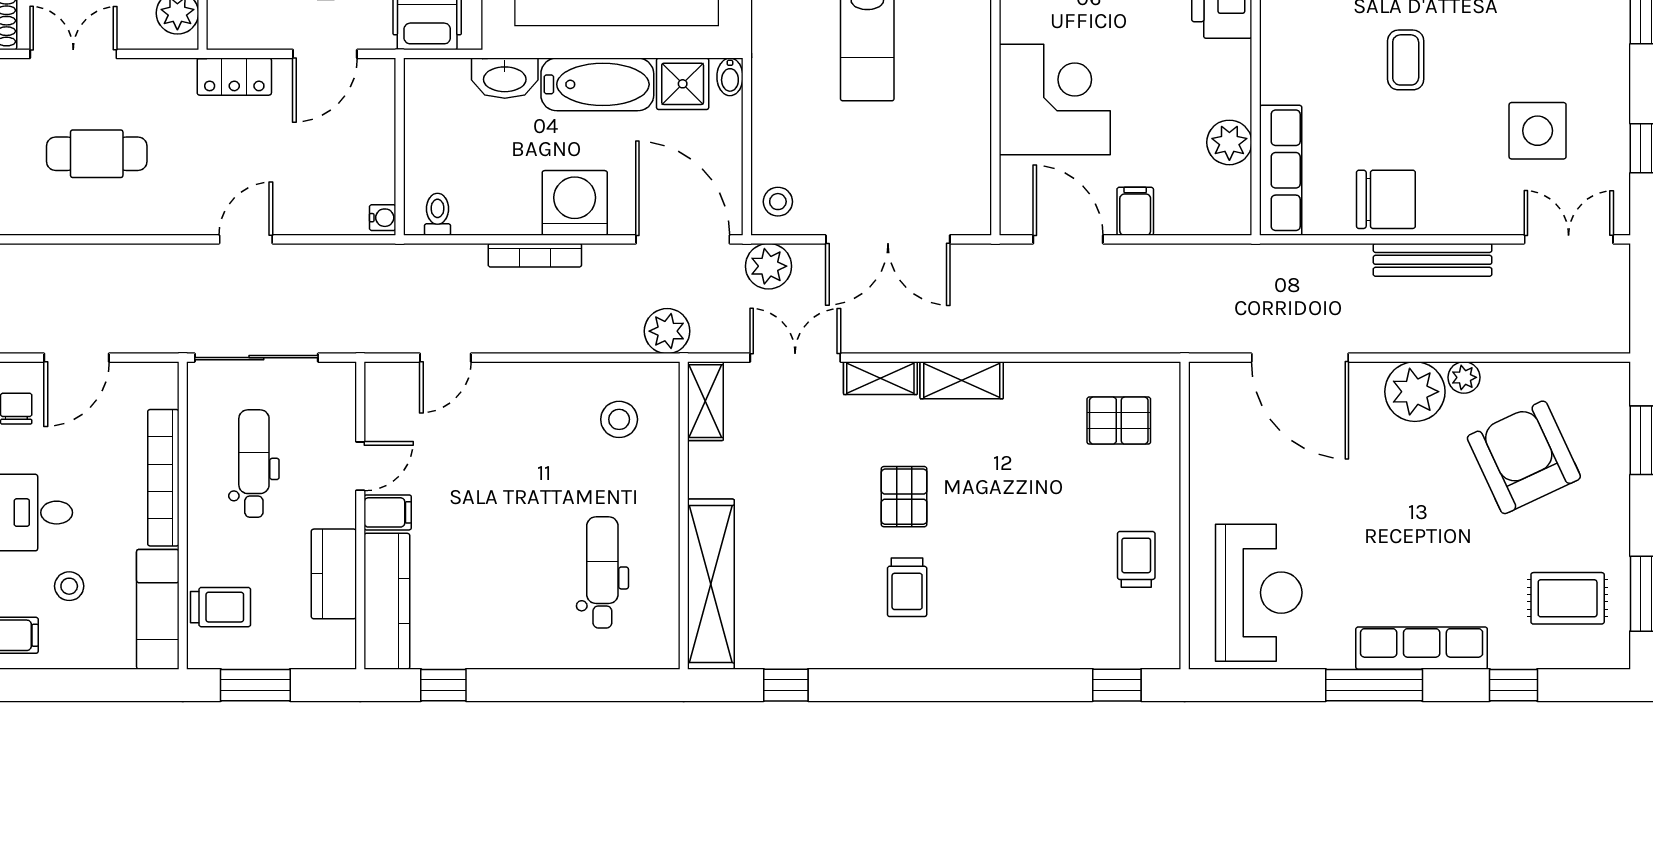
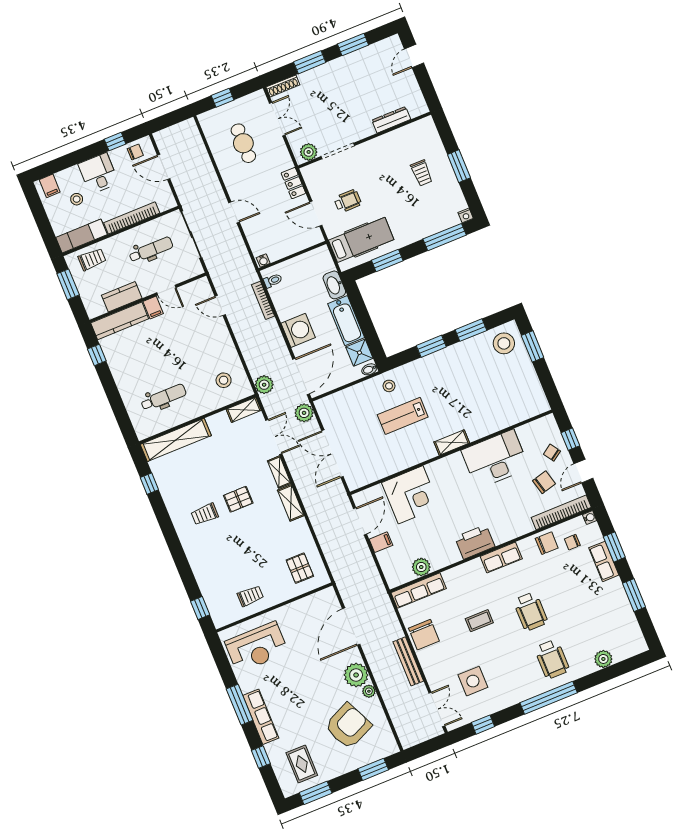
stool: (778, 202) -> (389, 386), moved
bookcase: (535, 255) -> (263, 300), moved
trolley: (221, 607) -> (92, 259), turned -90

